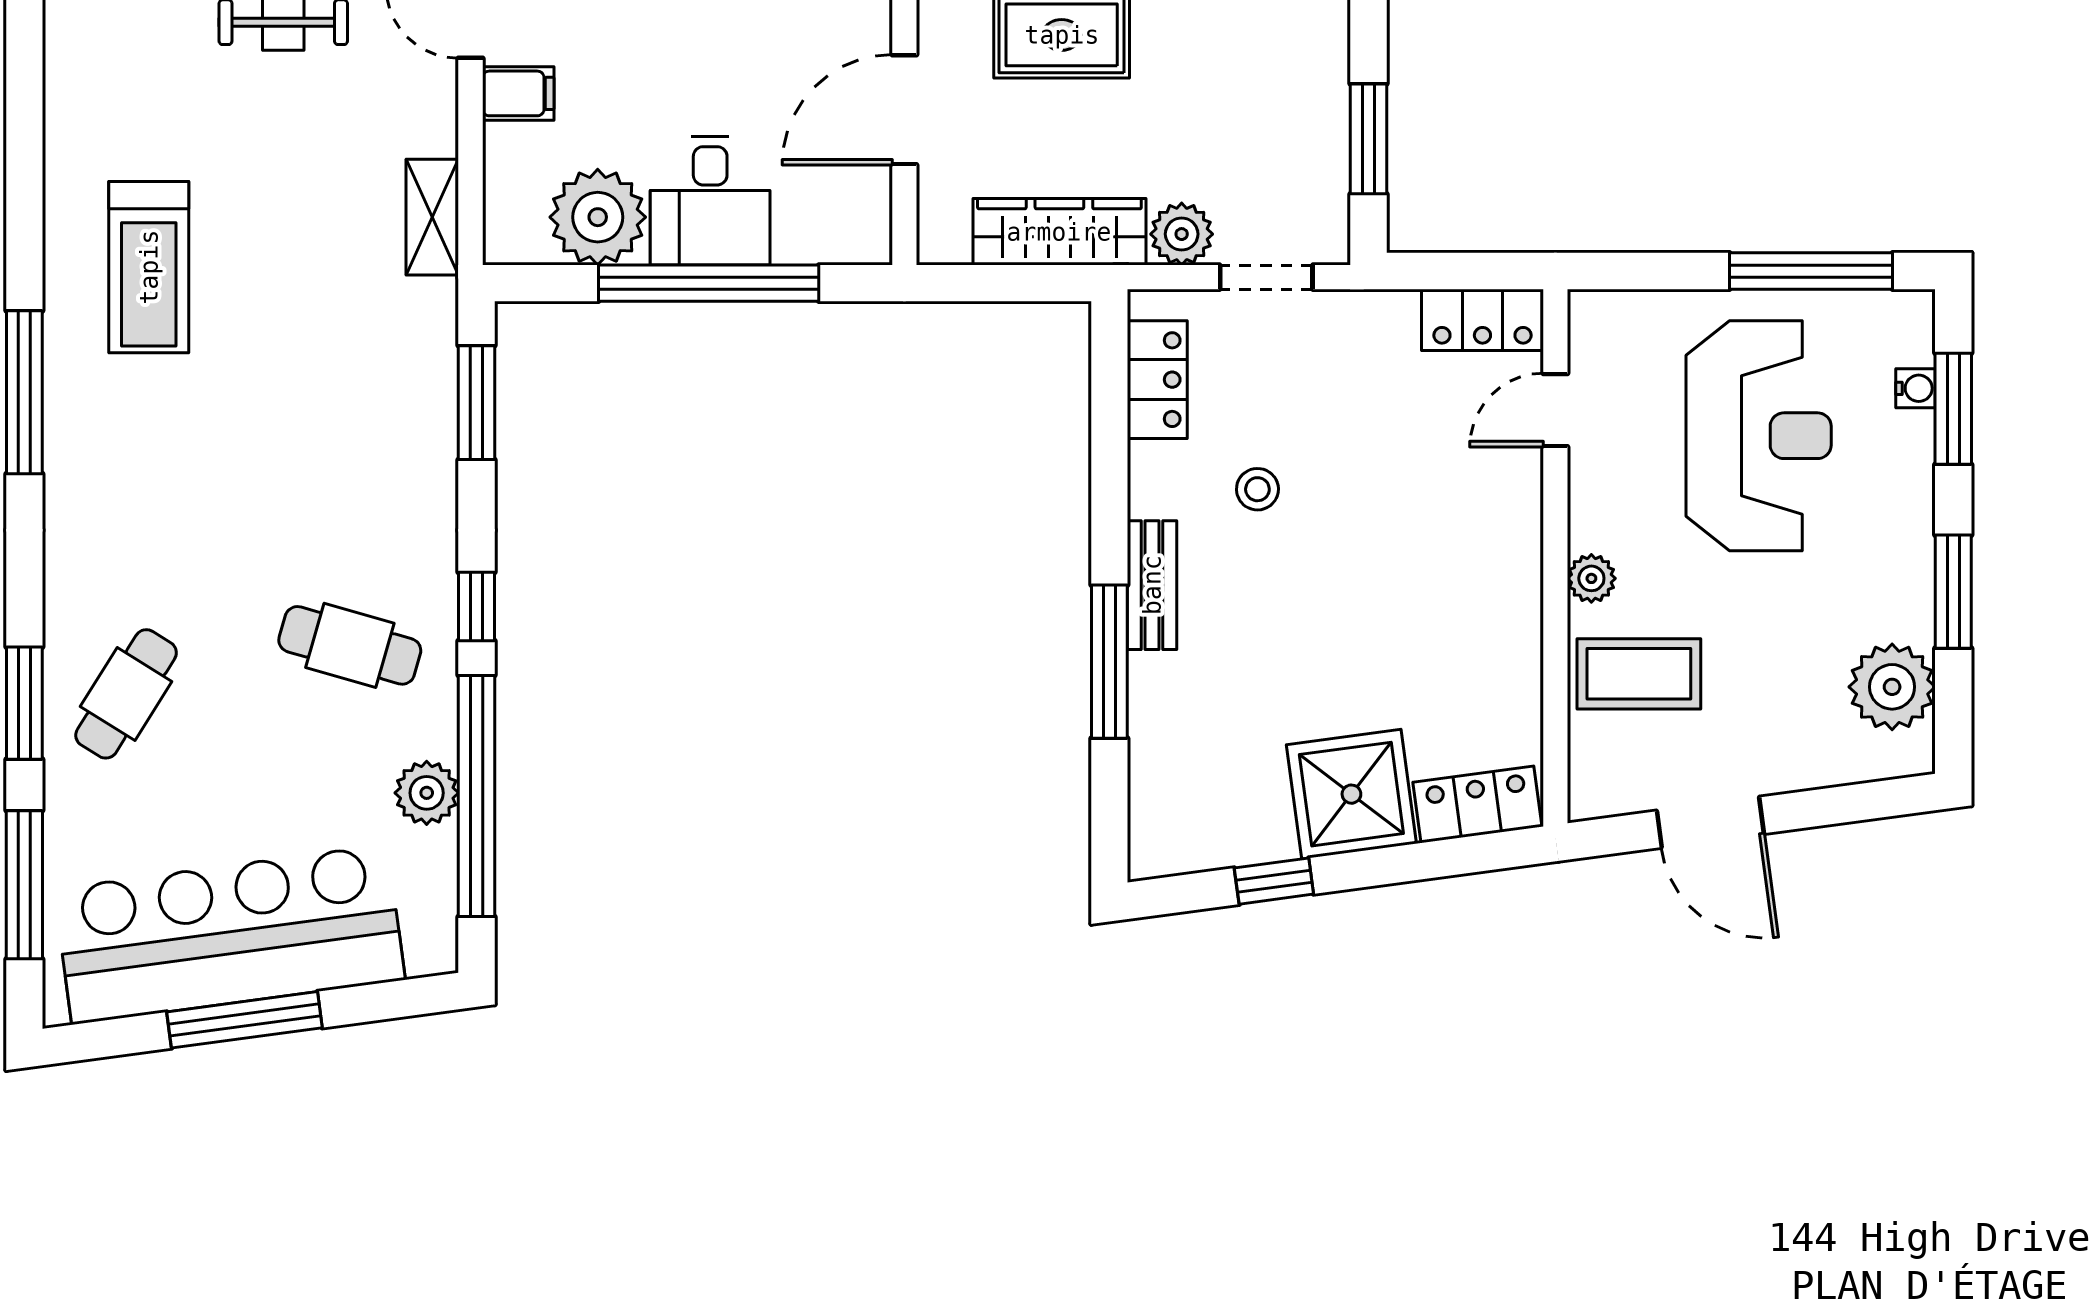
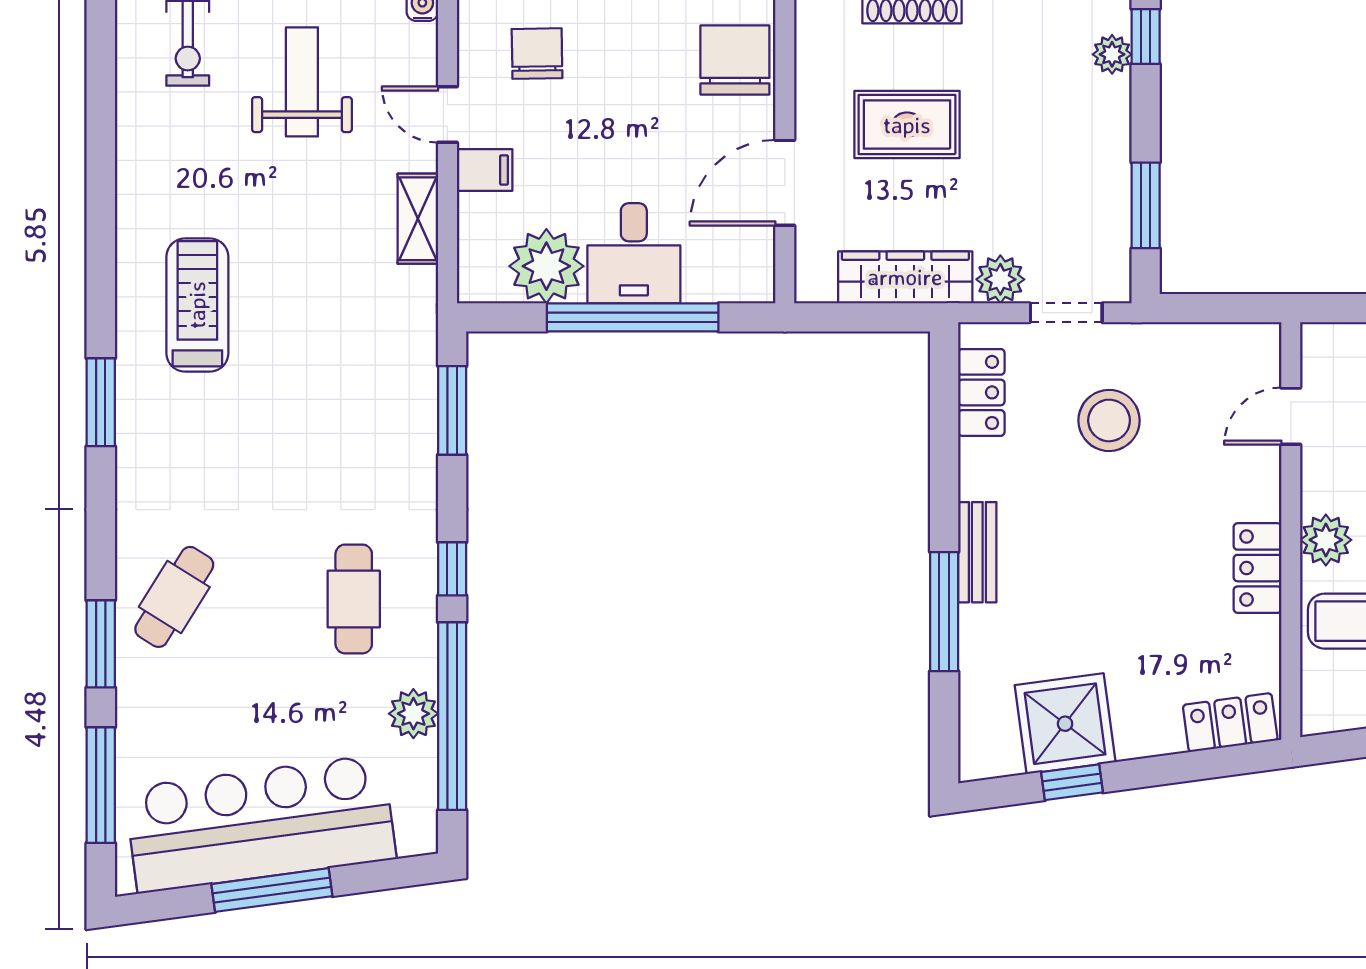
shelving: (432, 217) -> (418, 219), moved
treadmill: (149, 267) -> (197, 305), turned 180
locker: (1482, 320) -> (1258, 568), moved, turned 90
window: (24, 392) -> (101, 402), width x0.69
stool: (1257, 489) -> (1109, 420), moved, width x1.89, depth x1.89
plant: (1591, 578) -> (1326, 540), width x1.38, depth x1.38
cafe table: (350, 645) -> (354, 599), turned 74
cafe table: (126, 694) -> (174, 597), moved
shower: (1351, 794) -> (1065, 724), moved

